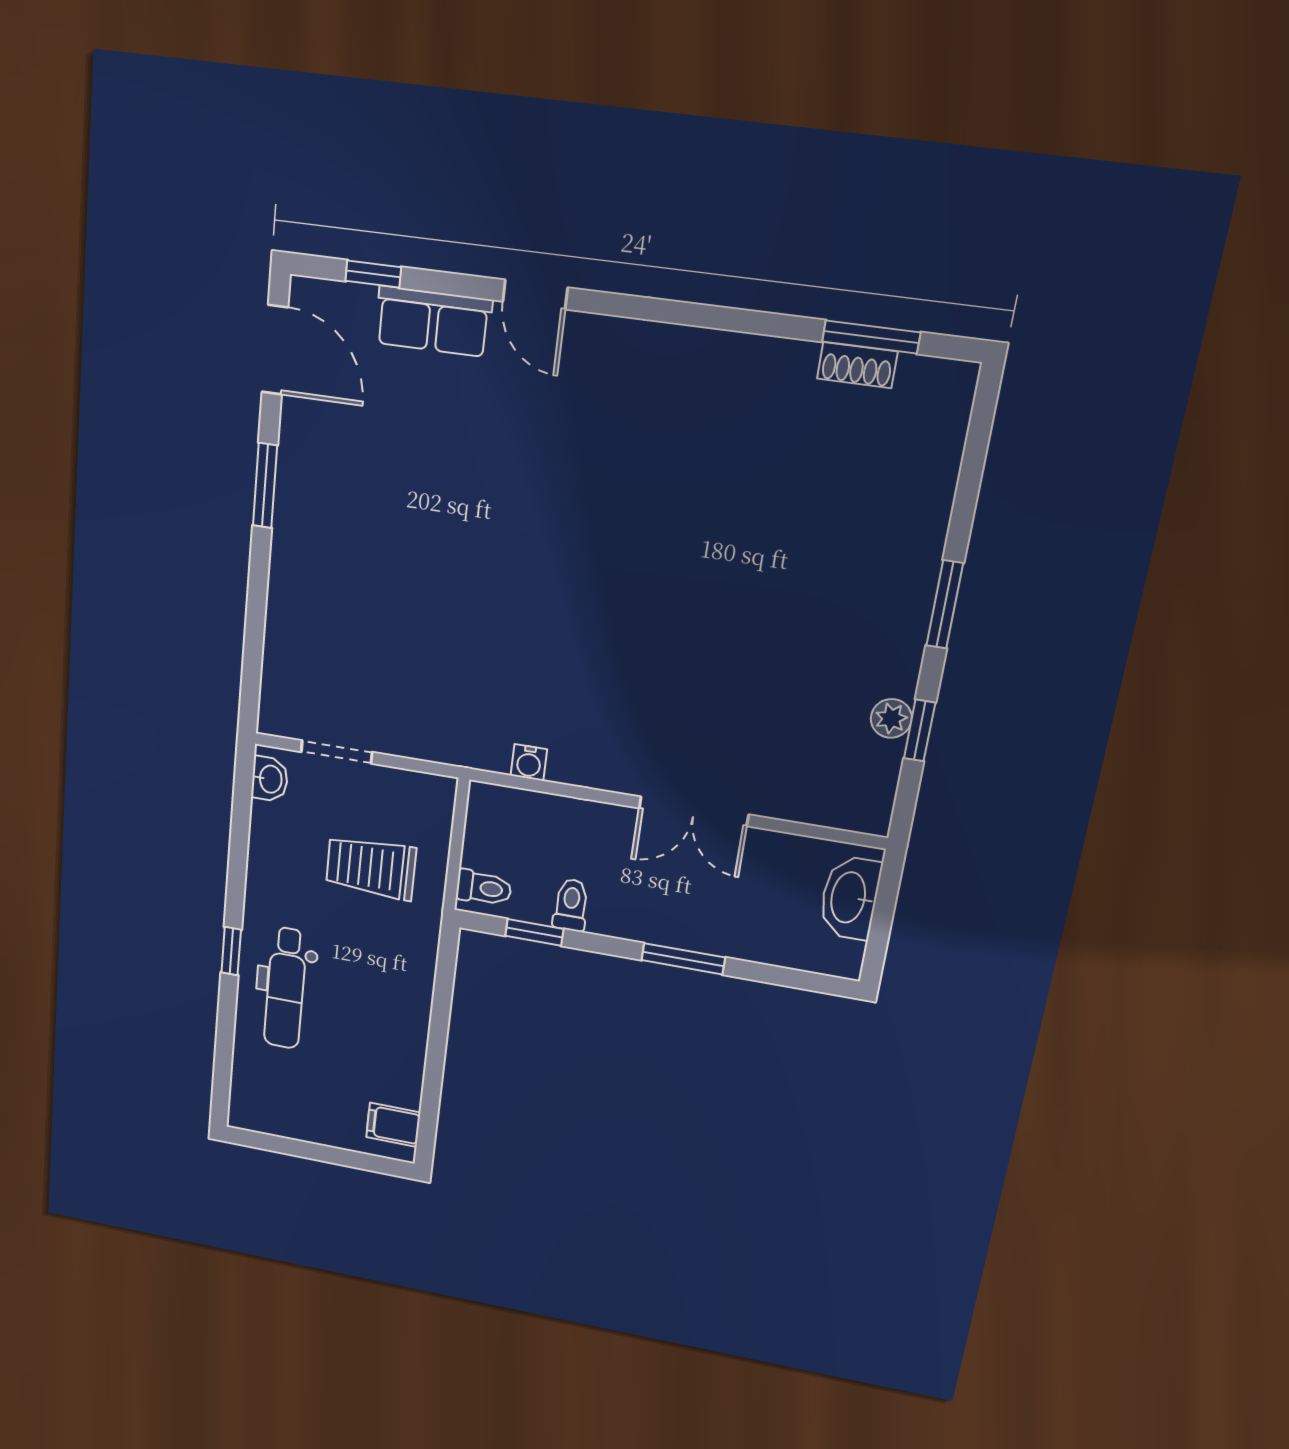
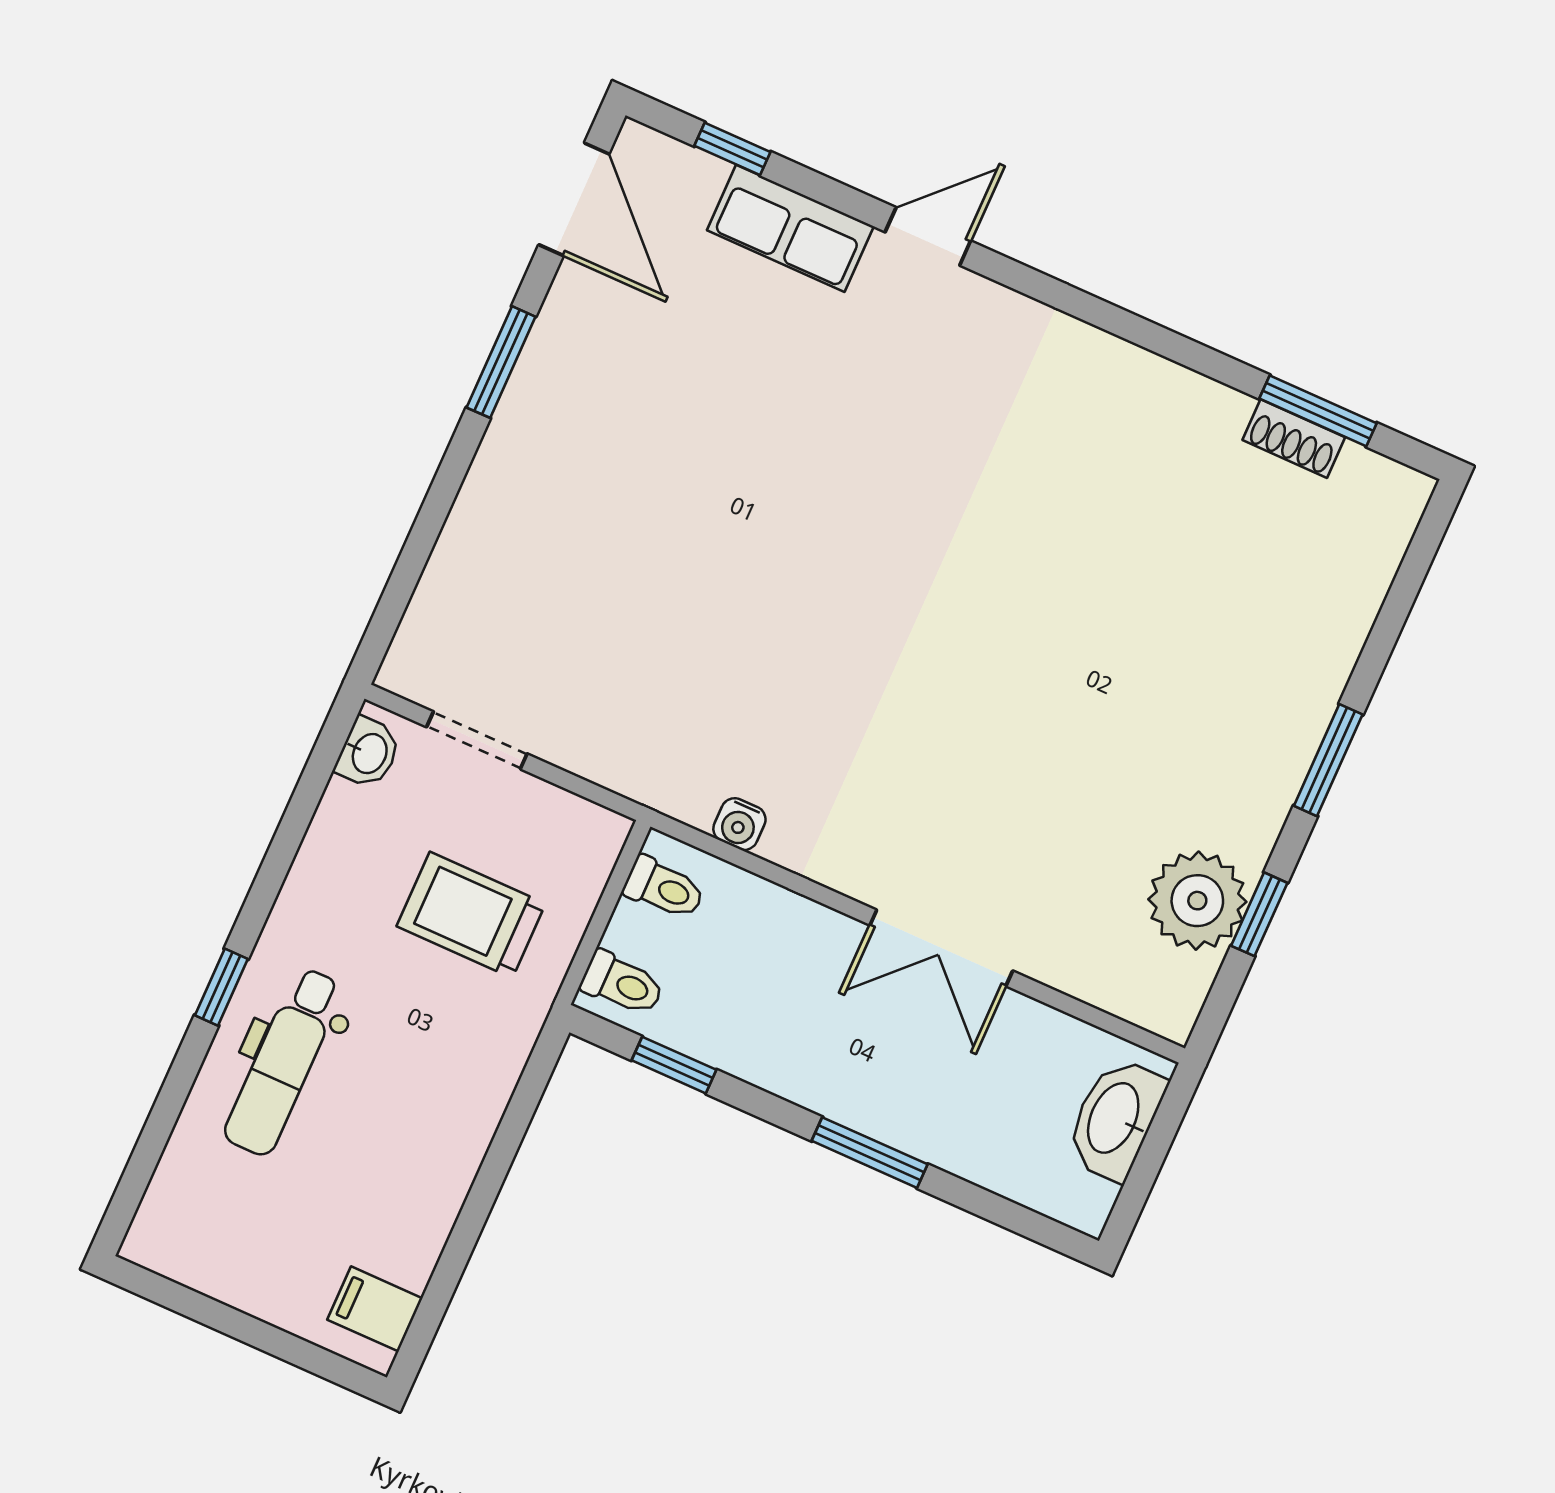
door: (535, 294) -> (928, 236), swing flipped
plant: (891, 718) -> (1197, 901), width x1.88, depth x1.88
toilet: (571, 905) -> (664, 888), moved, turned 90

